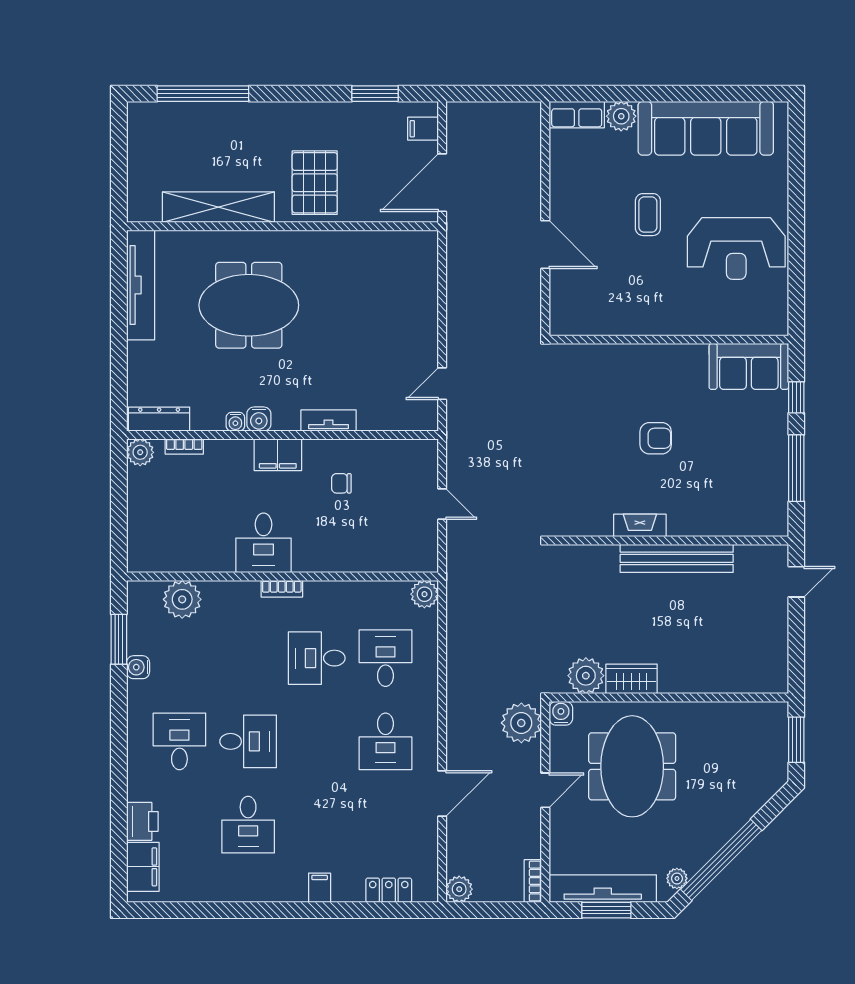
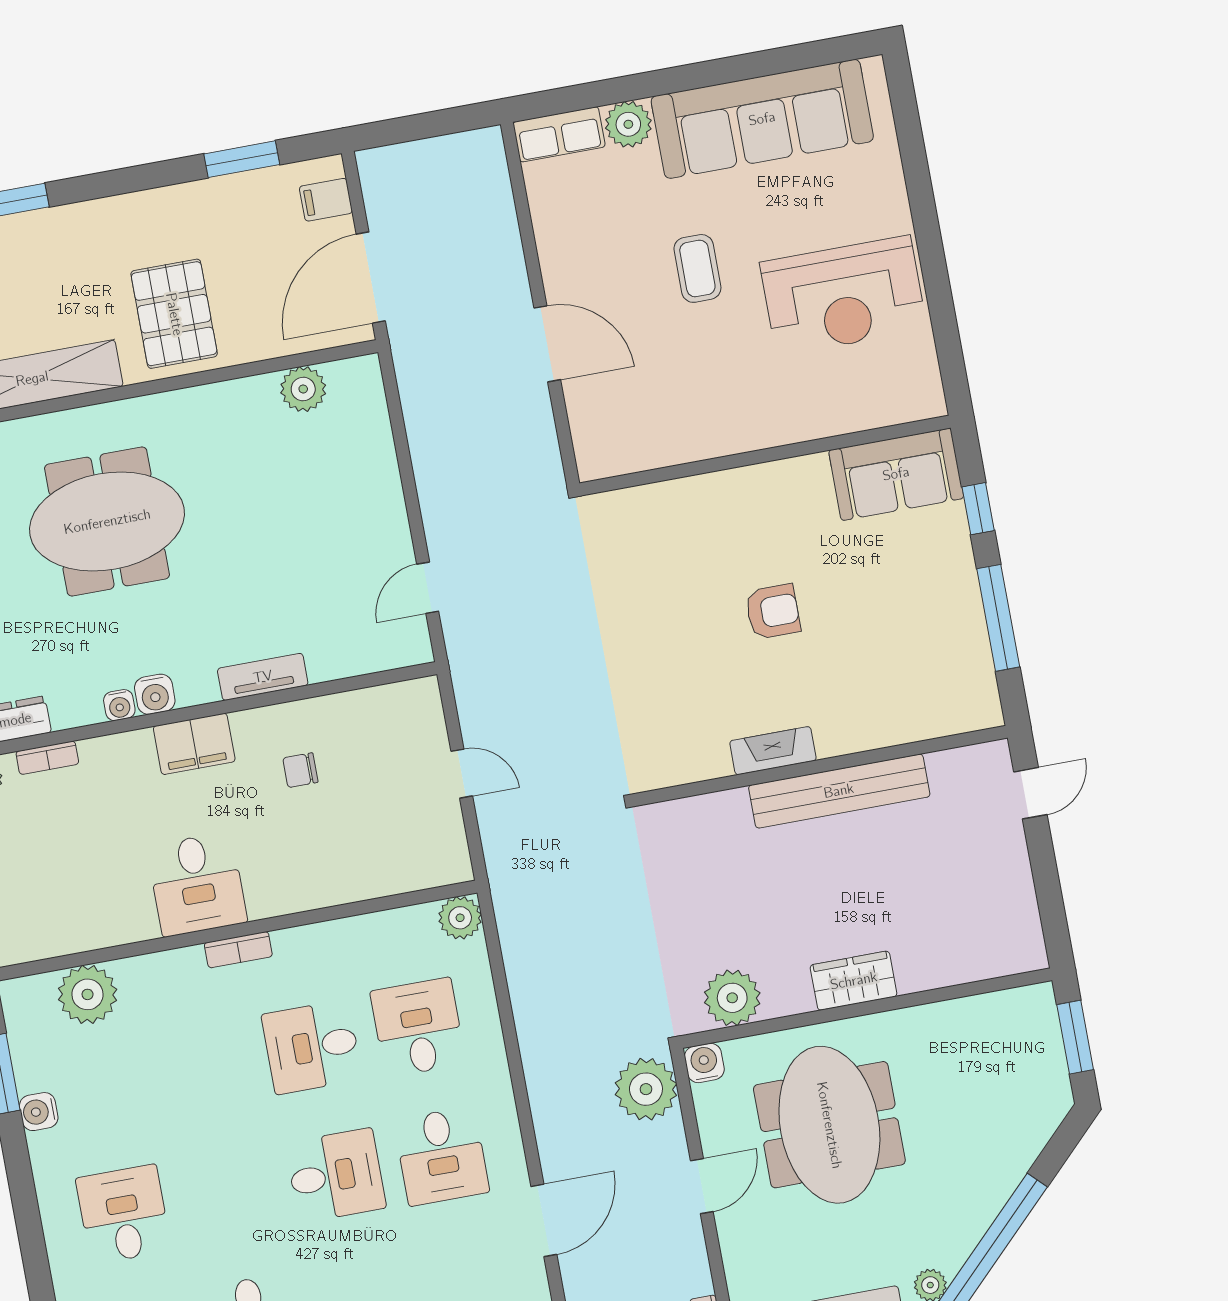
plant: (387, 245) -> (303, 389), added
wardrobe: (632, 679) -> (854, 981), moved
desk: (248, 741) -> (336, 1175), moved

